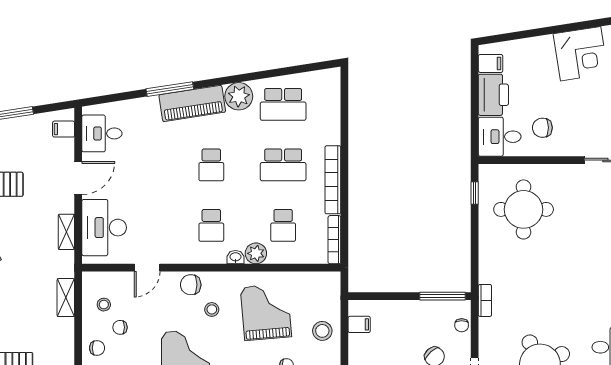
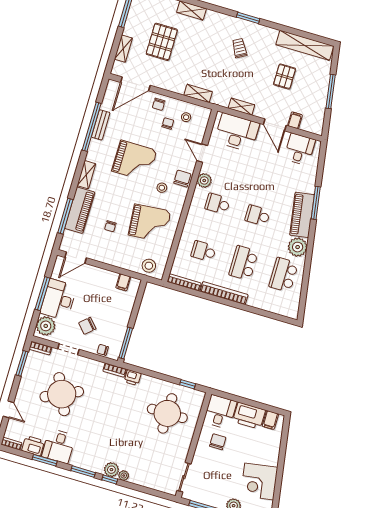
filing cabinet: (64, 129) -> (295, 120), moved
plant: (256, 253) -> (204, 180), moved
washbasin: (235, 257) -> (192, 214), removed
printer: (488, 272) -> (133, 378), added
stool: (322, 331) -> (149, 266), moved

